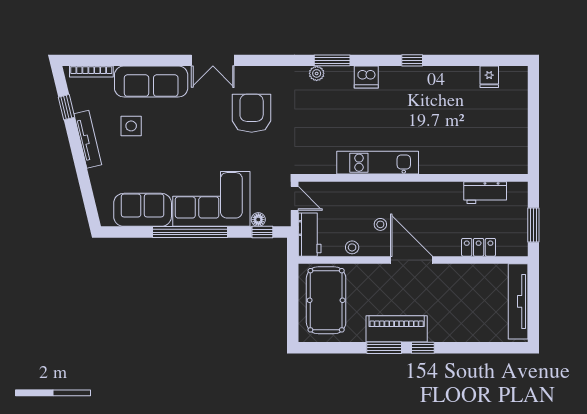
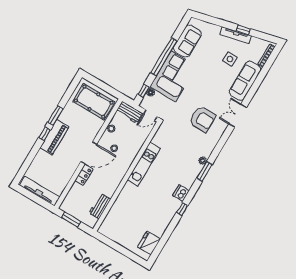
dishwasher: (366, 77) -> (181, 193), moved
fridge: (489, 77) -> (149, 243), width x1.88, depth x1.34
window: (66, 107) -> (243, 30), moved
locker: (479, 247) -> (84, 175), moved
piano: (397, 329) -> (54, 137), moved

